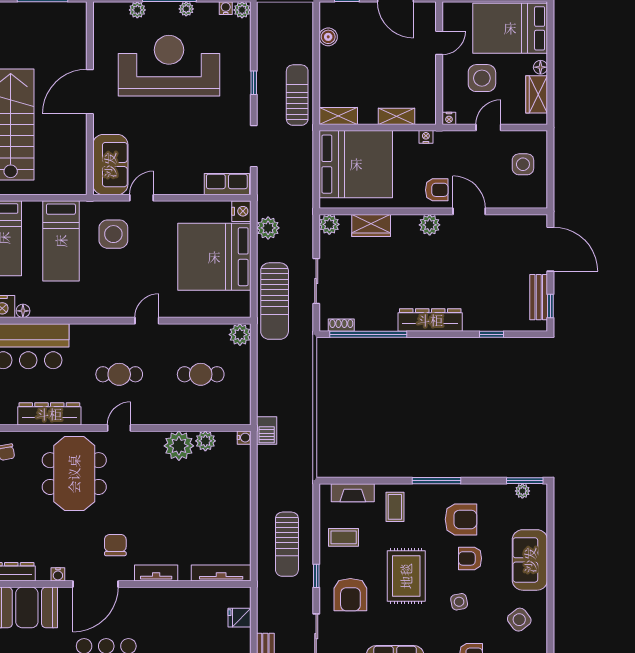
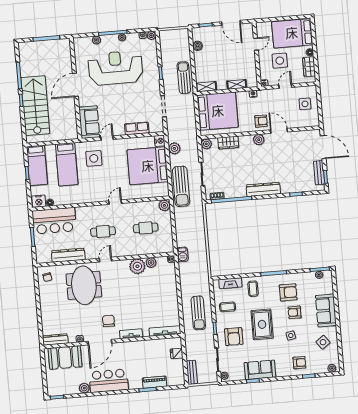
row of seats: (227, 184) -> (137, 128), moved

